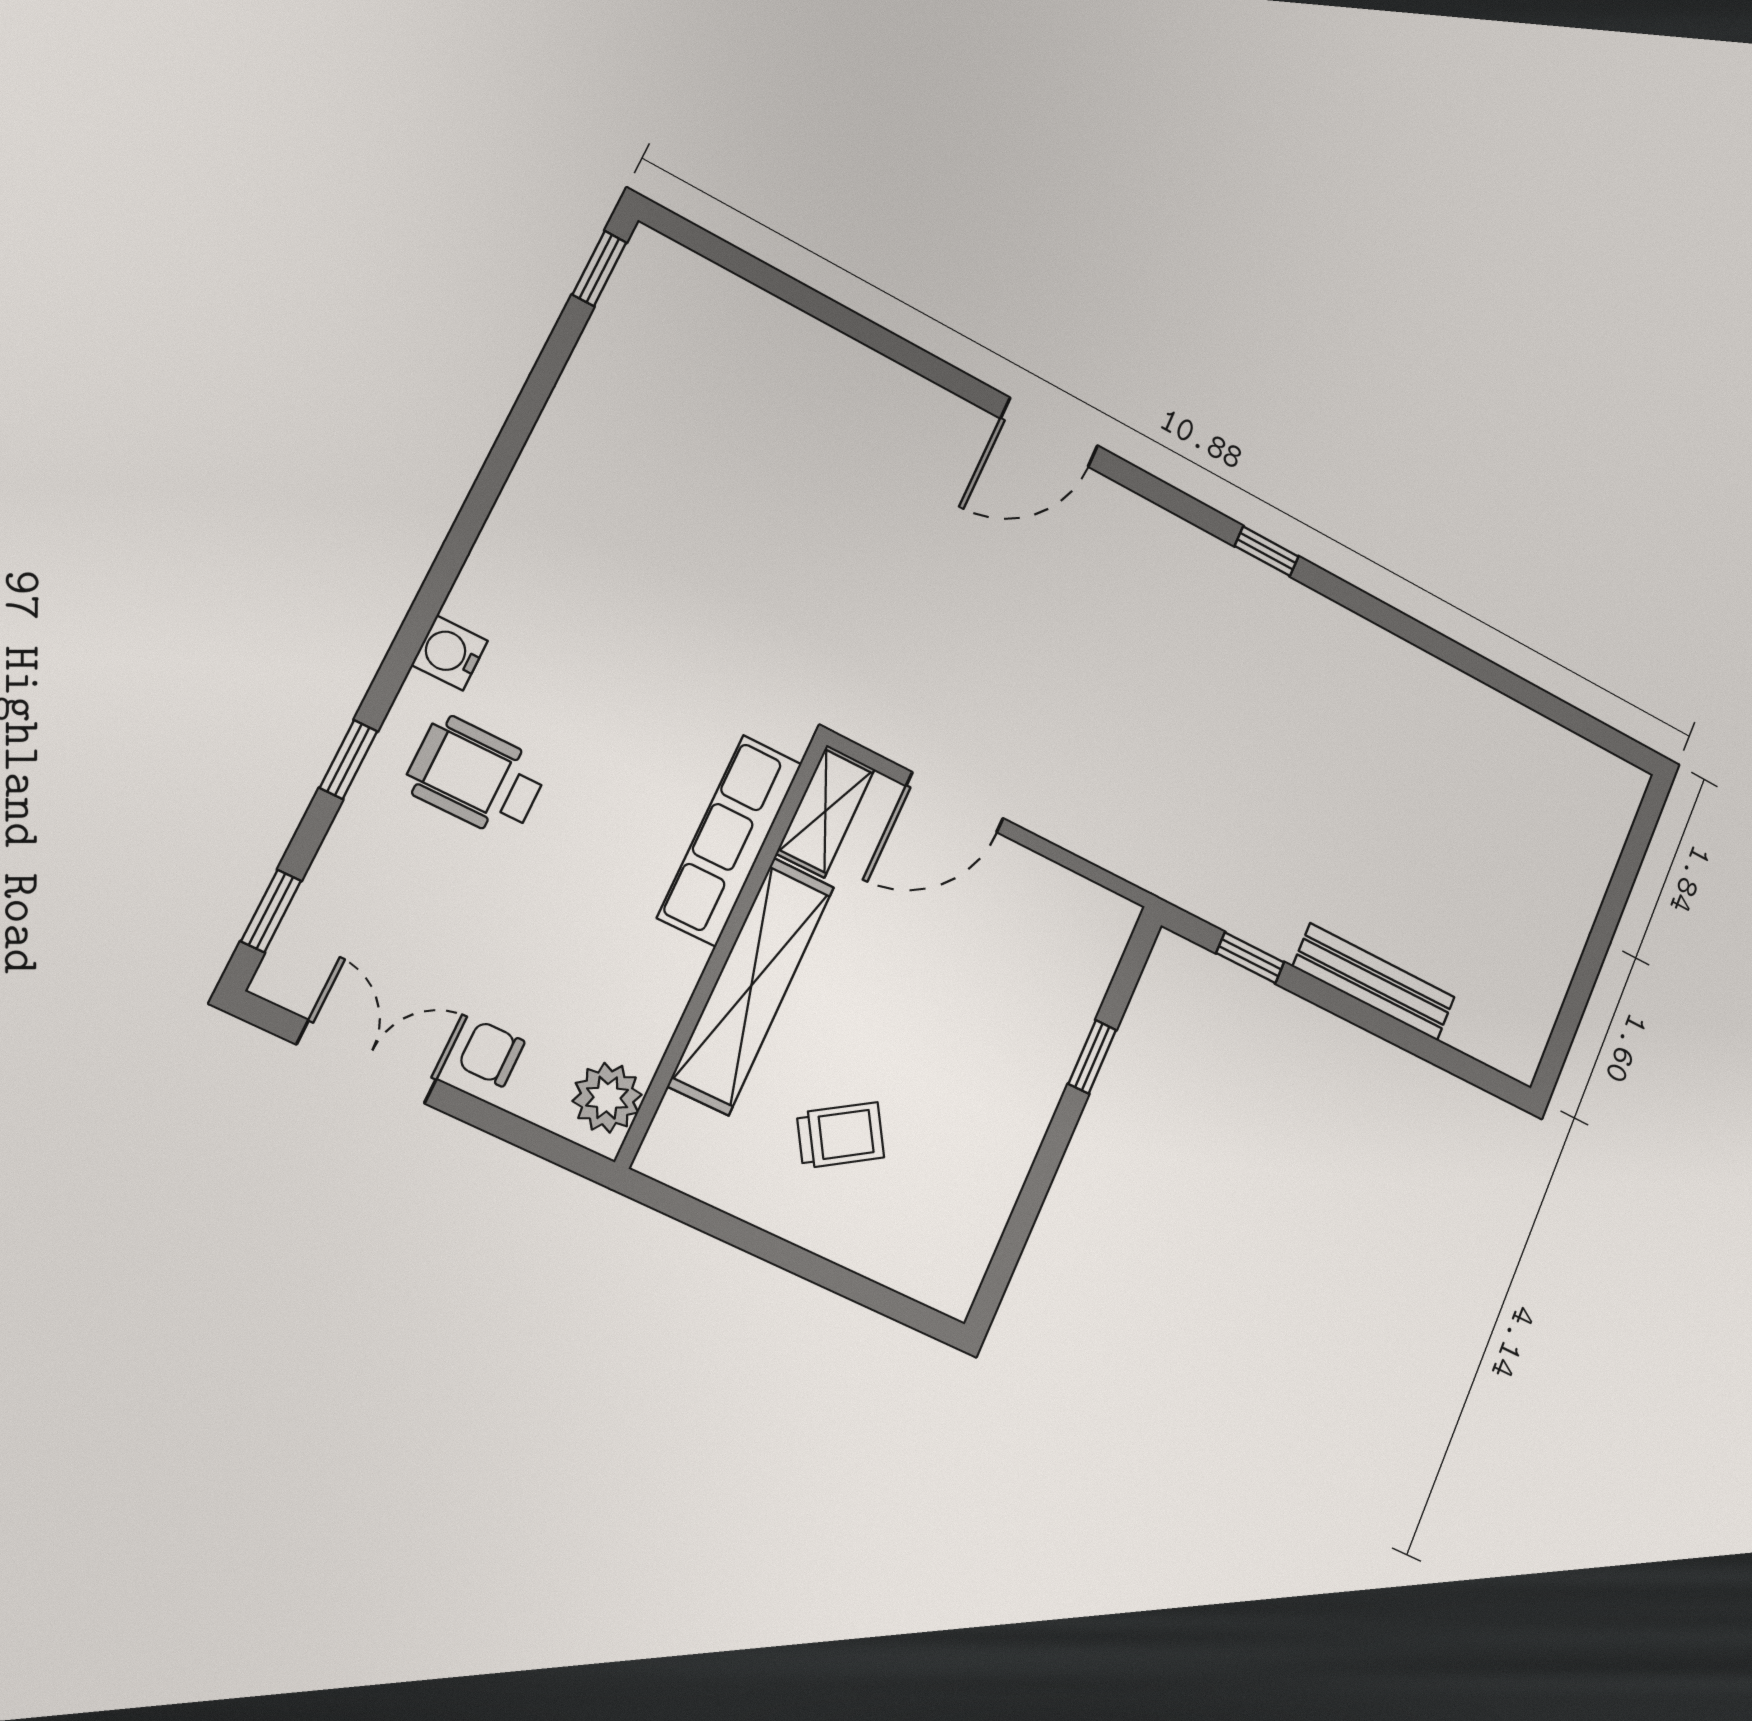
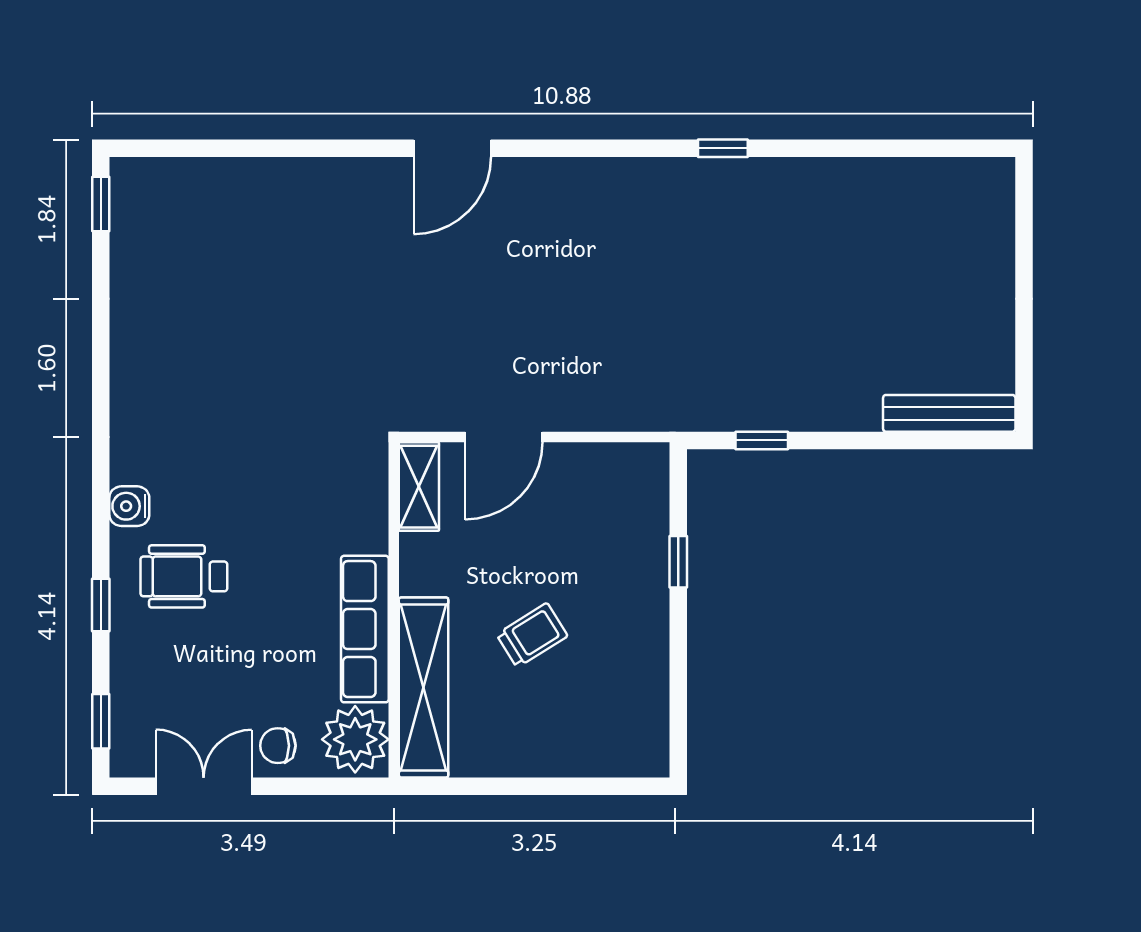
window: (1267, 551) -> (723, 148), moved
row of seats: (730, 840) -> (365, 629), moved
bench: (1374, 982) -> (949, 413), moved
shelving: (751, 986) -> (424, 687), moved
plant: (607, 1098) -> (355, 739), width x1.36, depth x1.36
trolley: (840, 1135) -> (532, 635), moved

